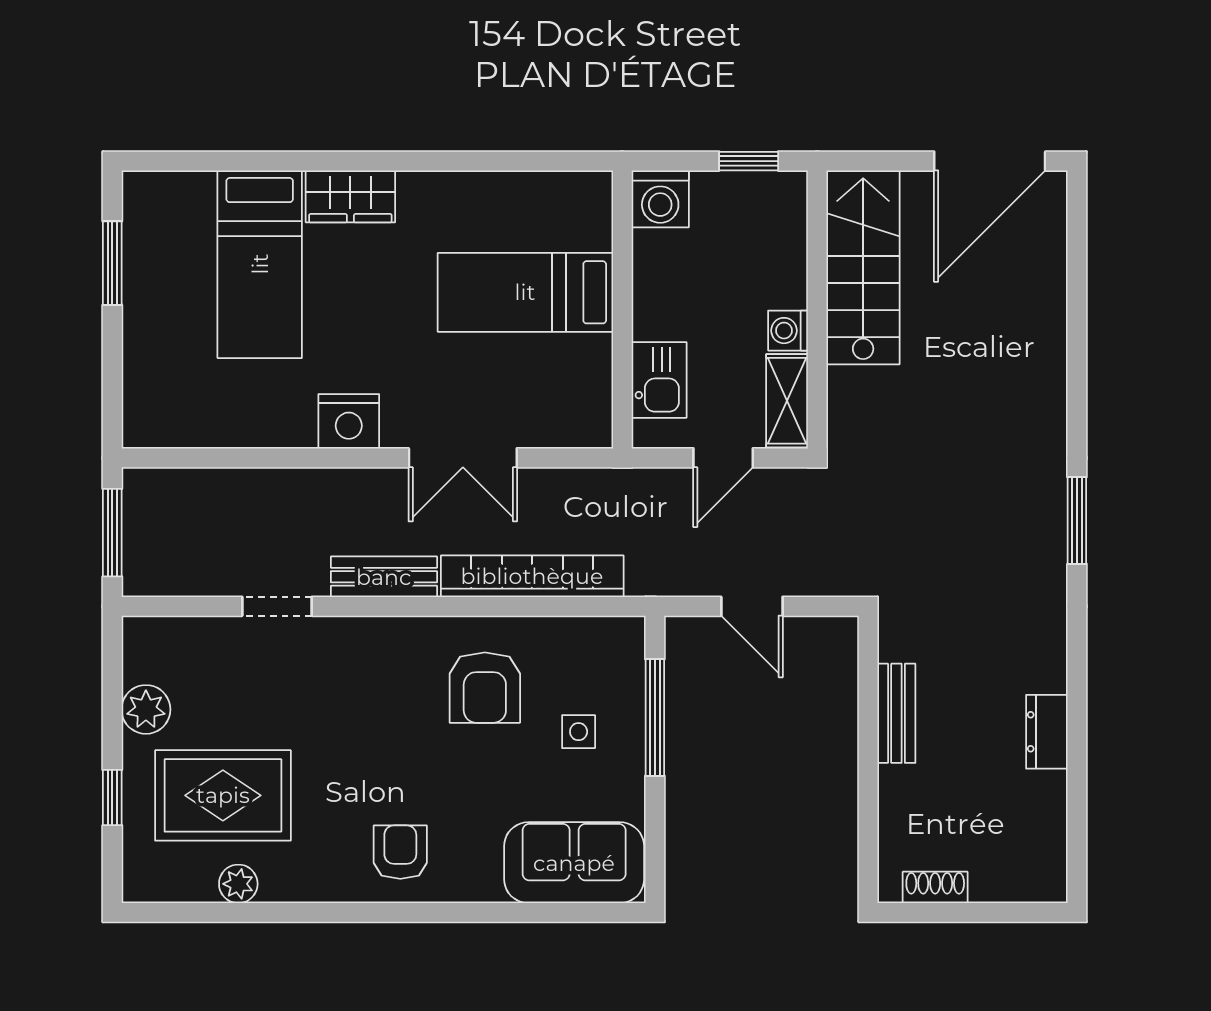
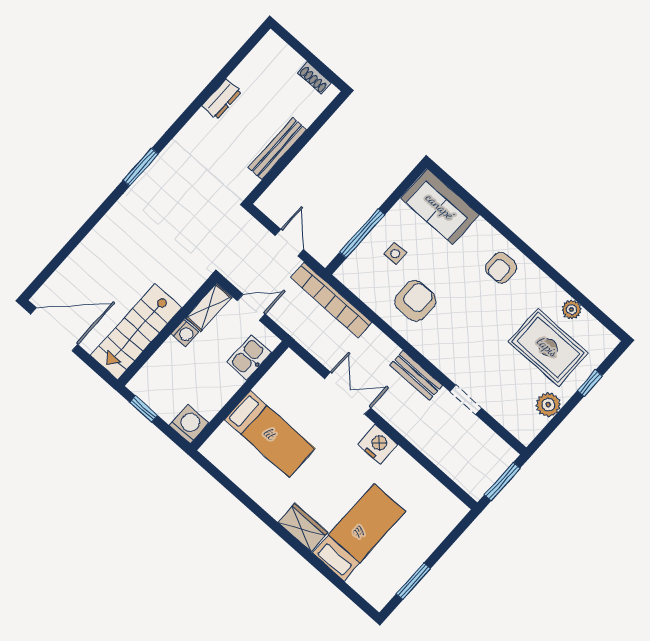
bookcase: (532, 576) -> (331, 300), moved
bench: (896, 713) -> (277, 149), width x1.36

